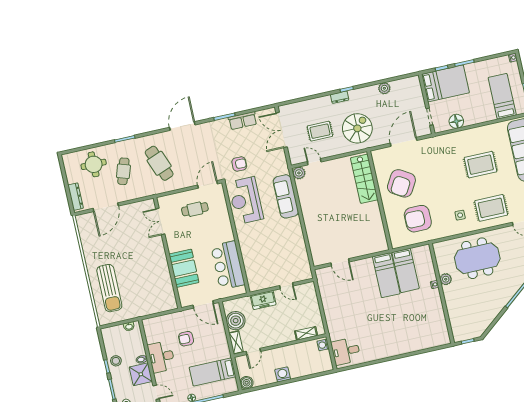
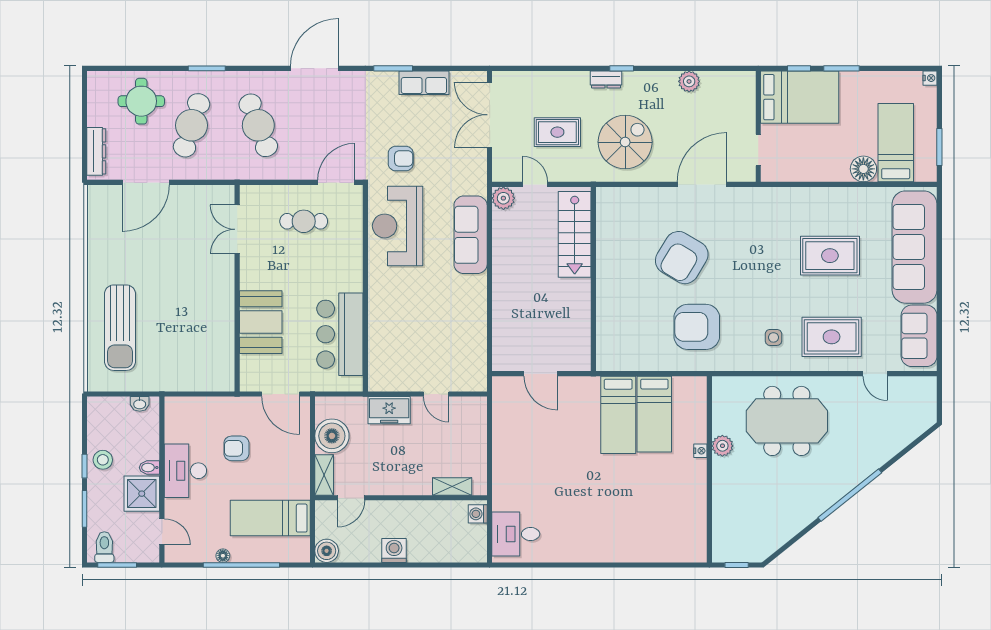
floor lamp: (456, 121) -> (863, 169), moved
cafe table: (123, 171) -> (192, 125), width x1.37, depth x1.35
stairs: (364, 179) -> (575, 234), moved
wall: (380, 200) -> (593, 279), moved

